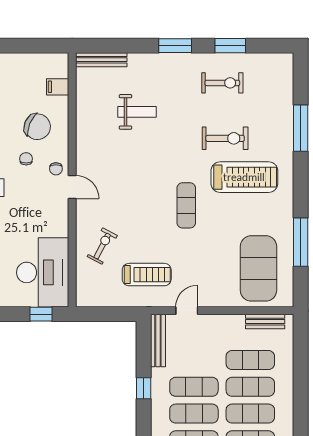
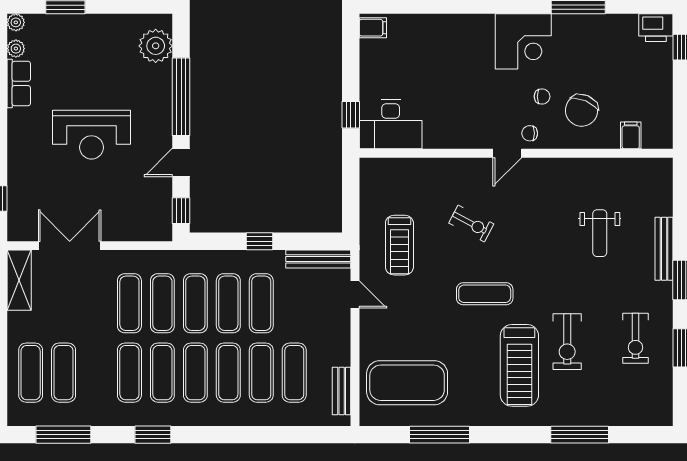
bench: (101, 60) -> (664, 249), moved
exercise bike: (102, 246) -> (471, 224), moved
desk: (43, 272) -> (391, 124), width x0.73, depth x0.77

